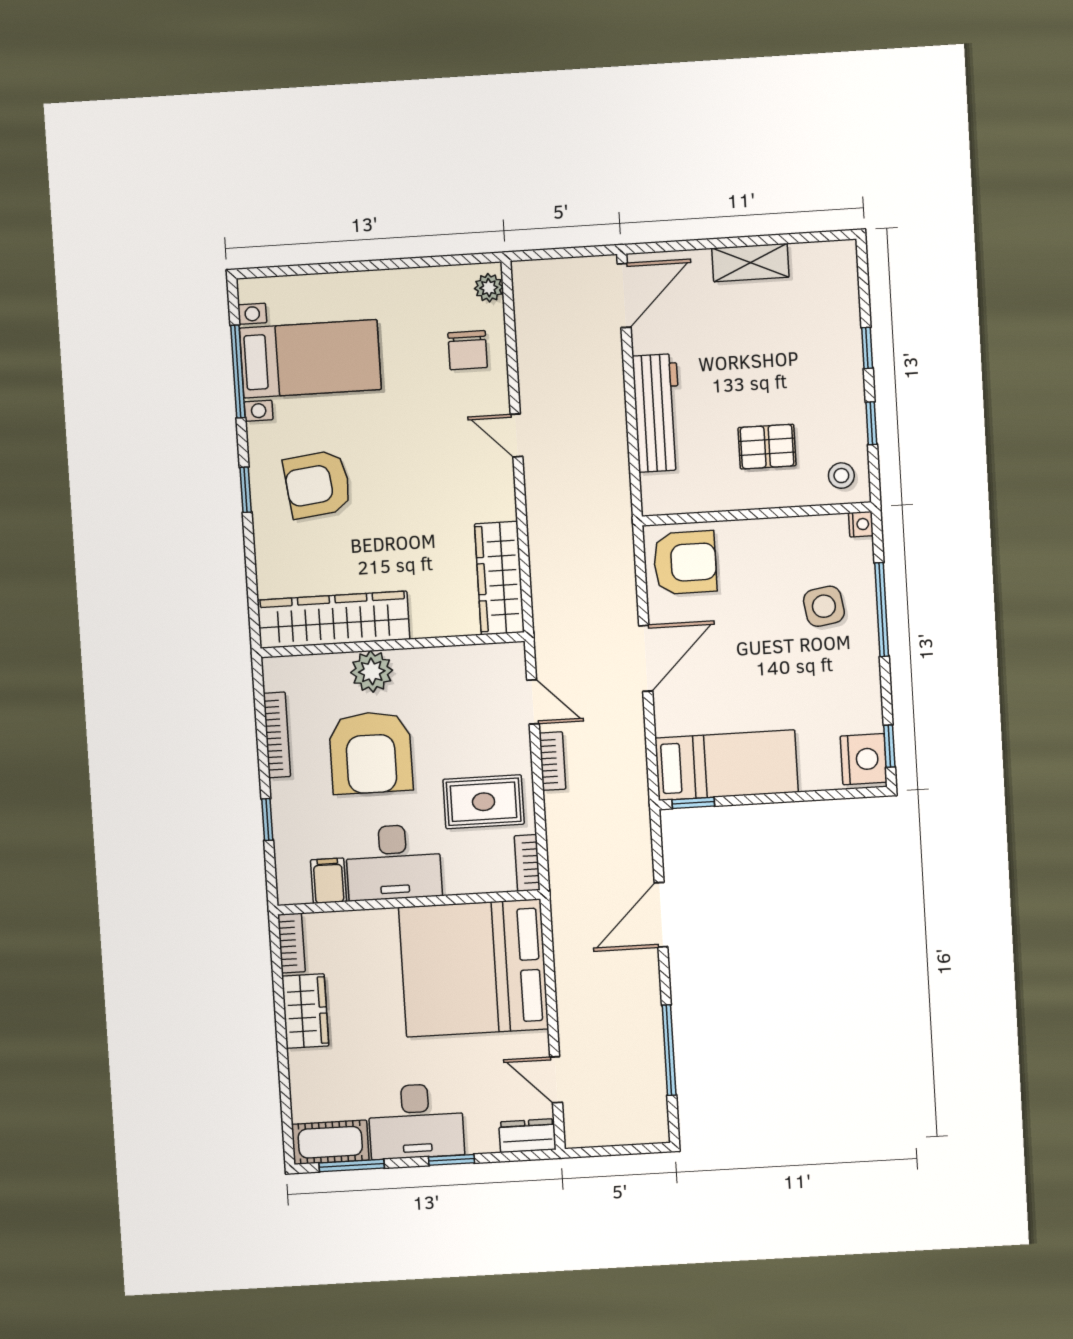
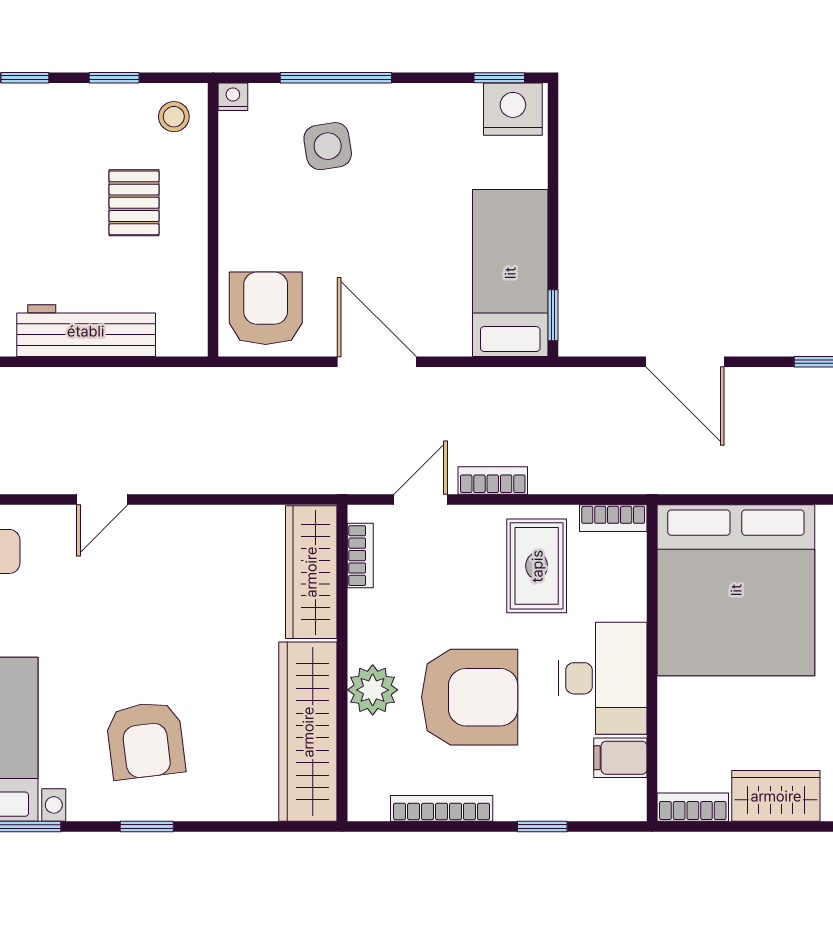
wardrobe: (499, 578) -> (311, 572), moved, turned 90
bookcase: (483, 654) -> (360, 556), added

